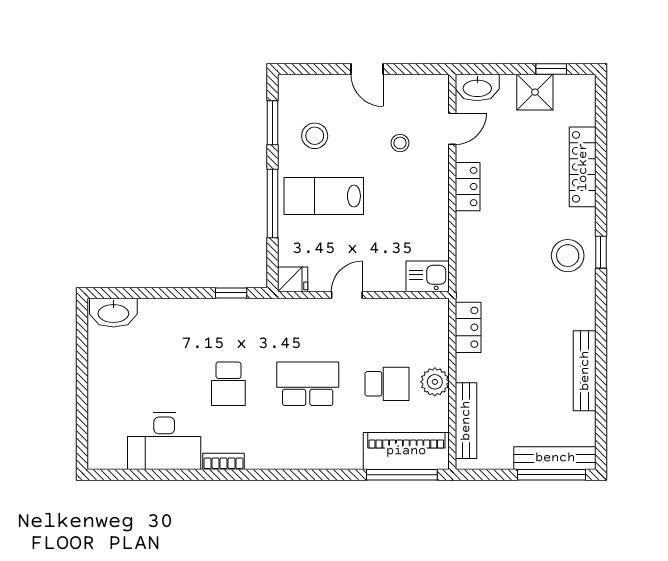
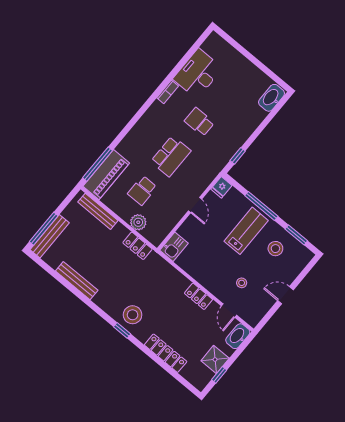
plant: (435, 382) -> (138, 222), moved

